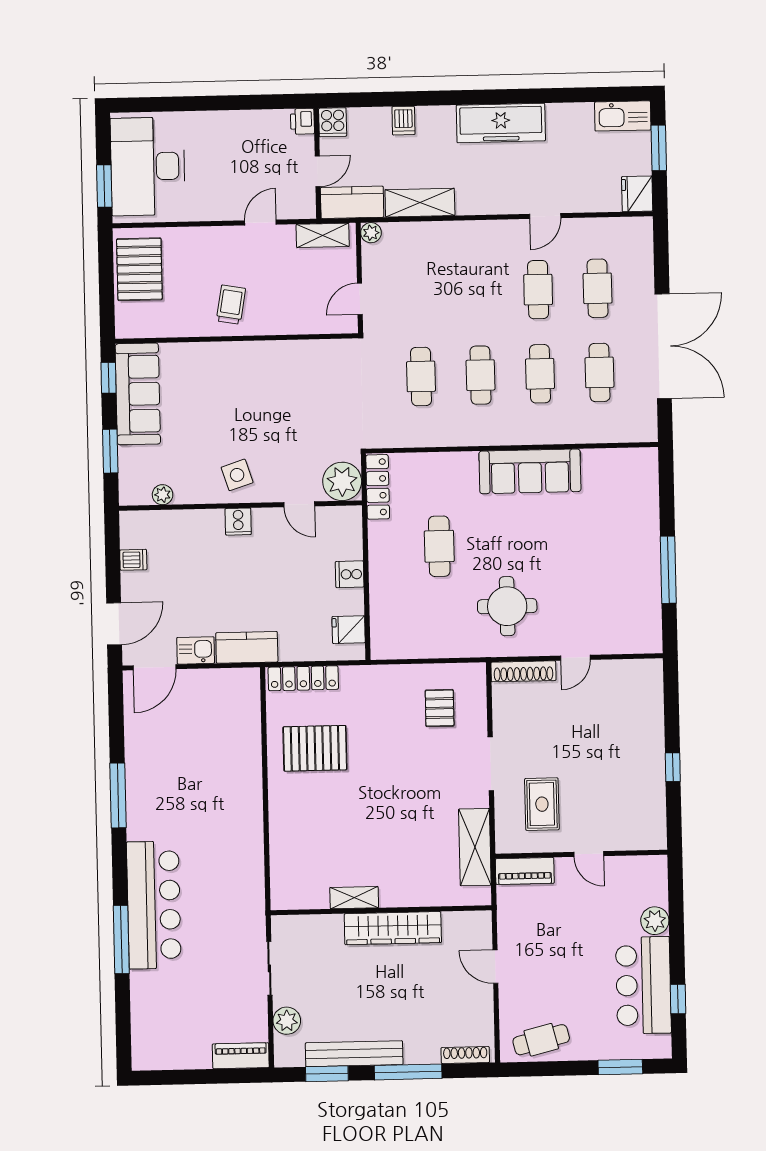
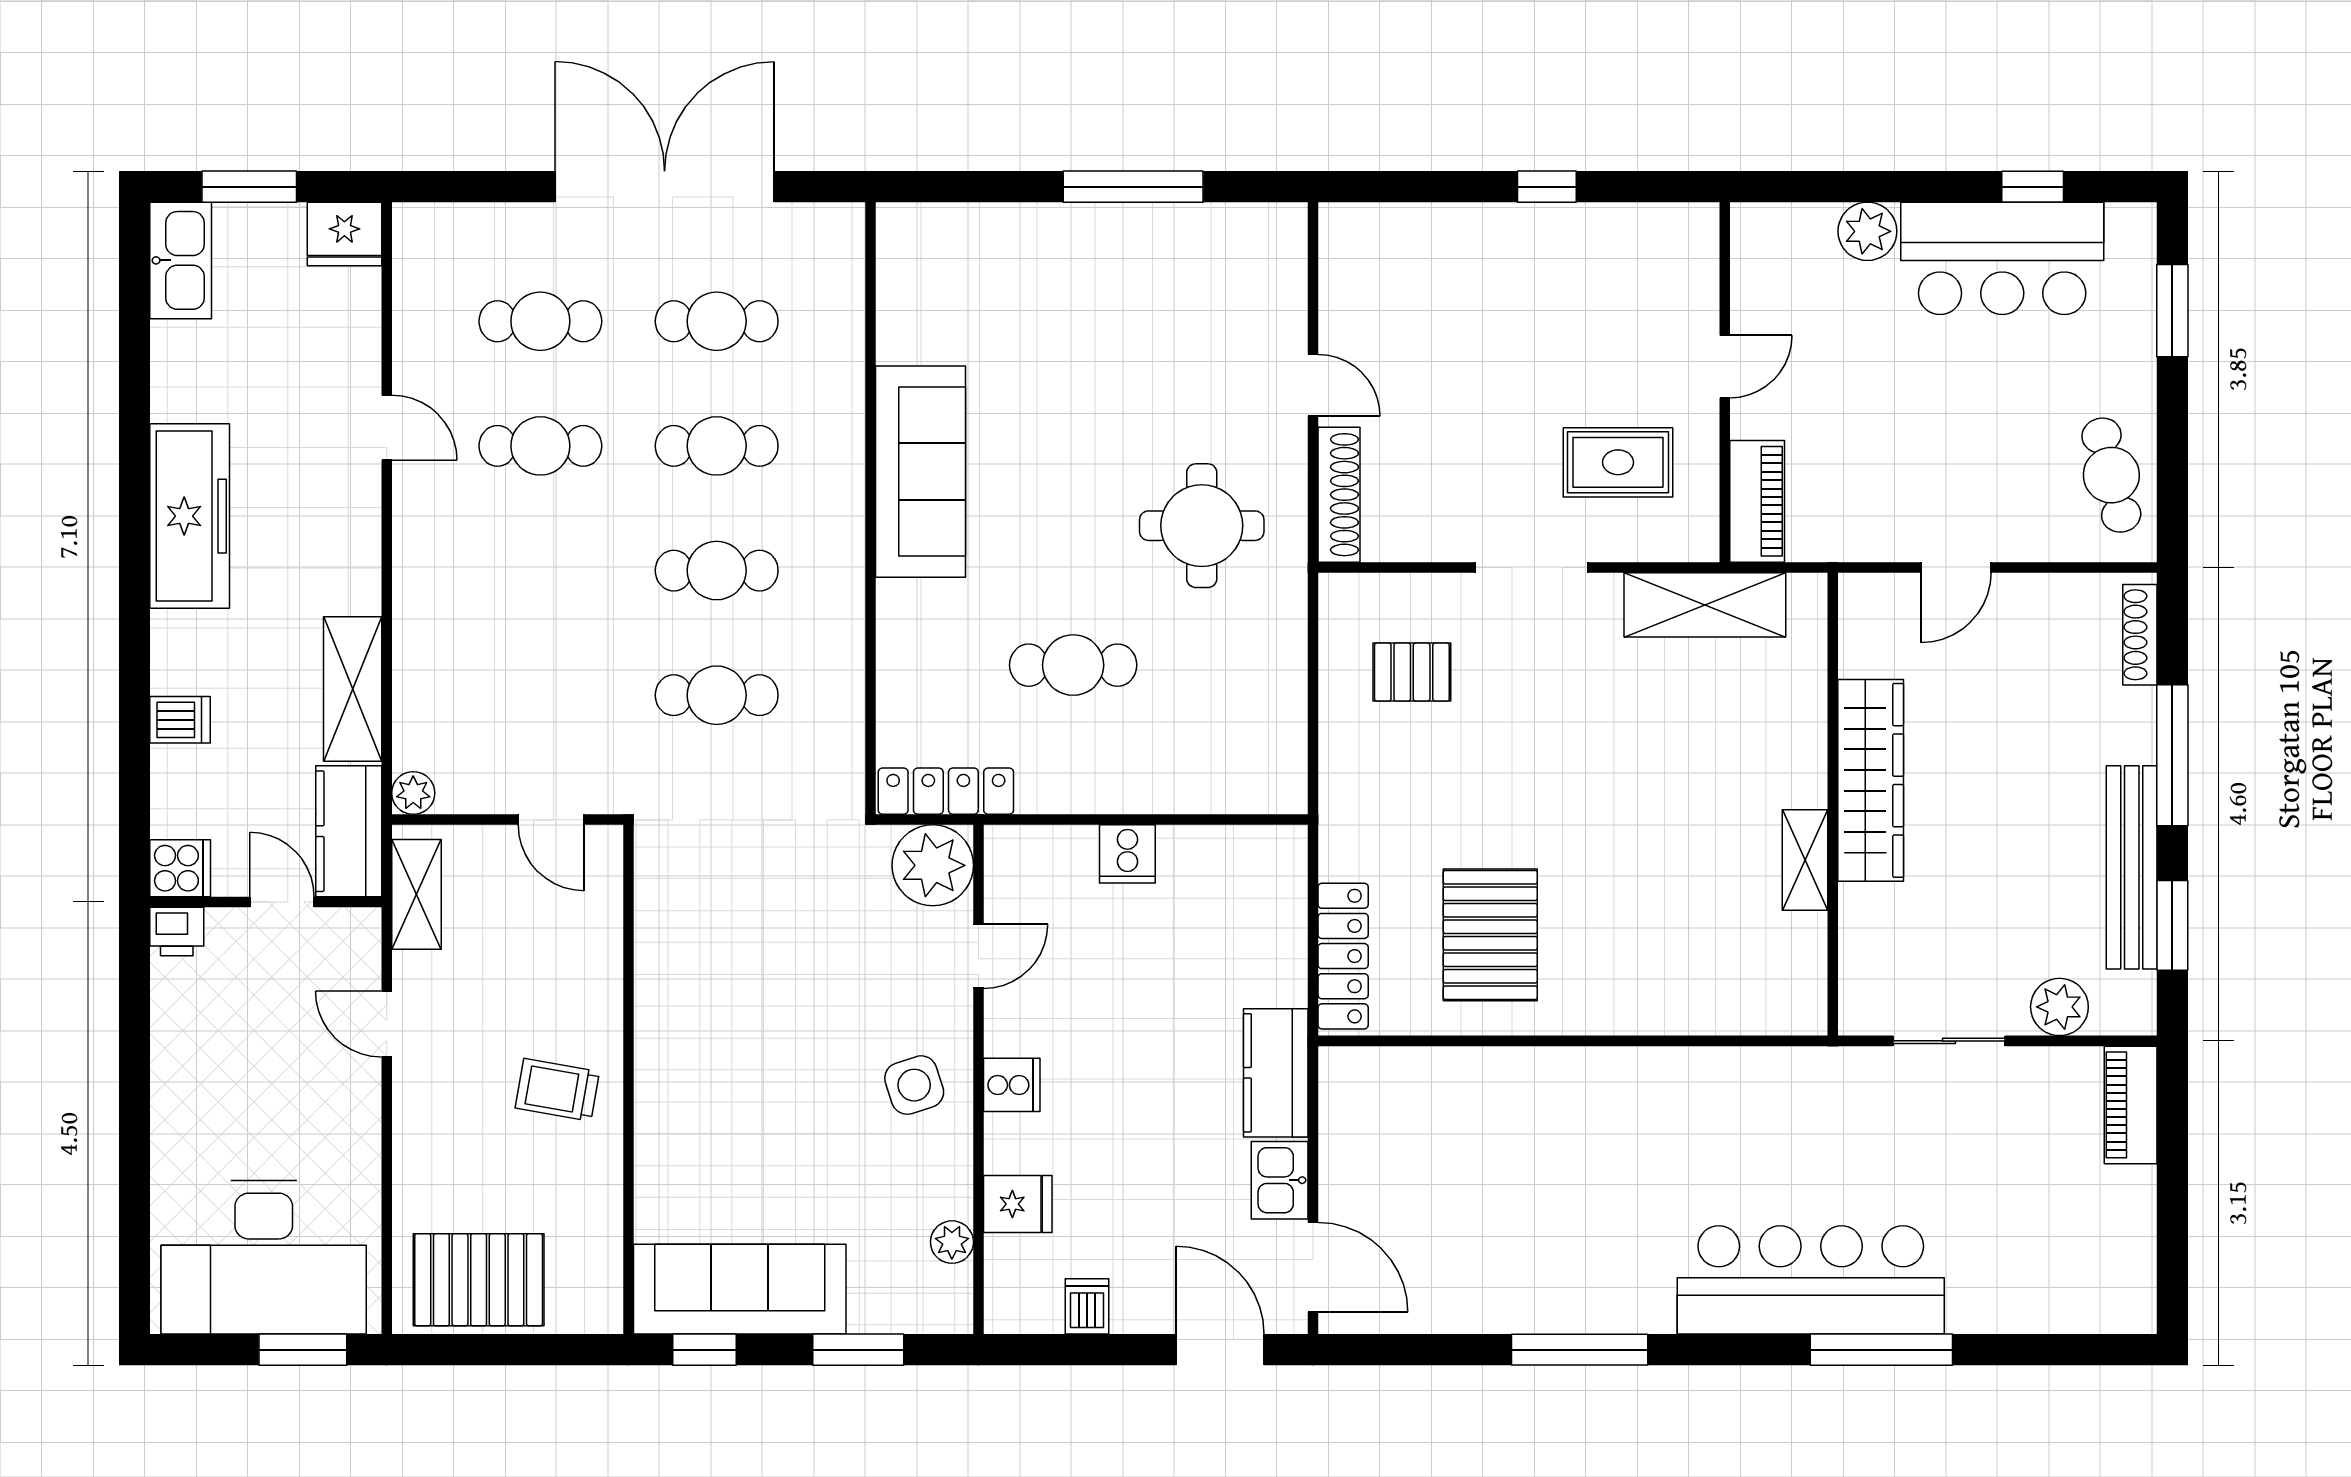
fridge: (349, 630) -> (1018, 1204), moved, turned -90

